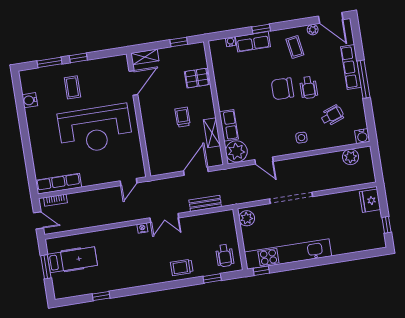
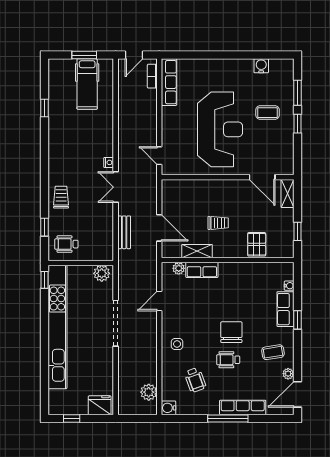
reception desk: (95, 129) -> (220, 129), turned 180
plant: (236, 151) -> (179, 268), width x0.53, depth x0.53
kitchen unit: (288, 254) -> (57, 327), width x1.36

